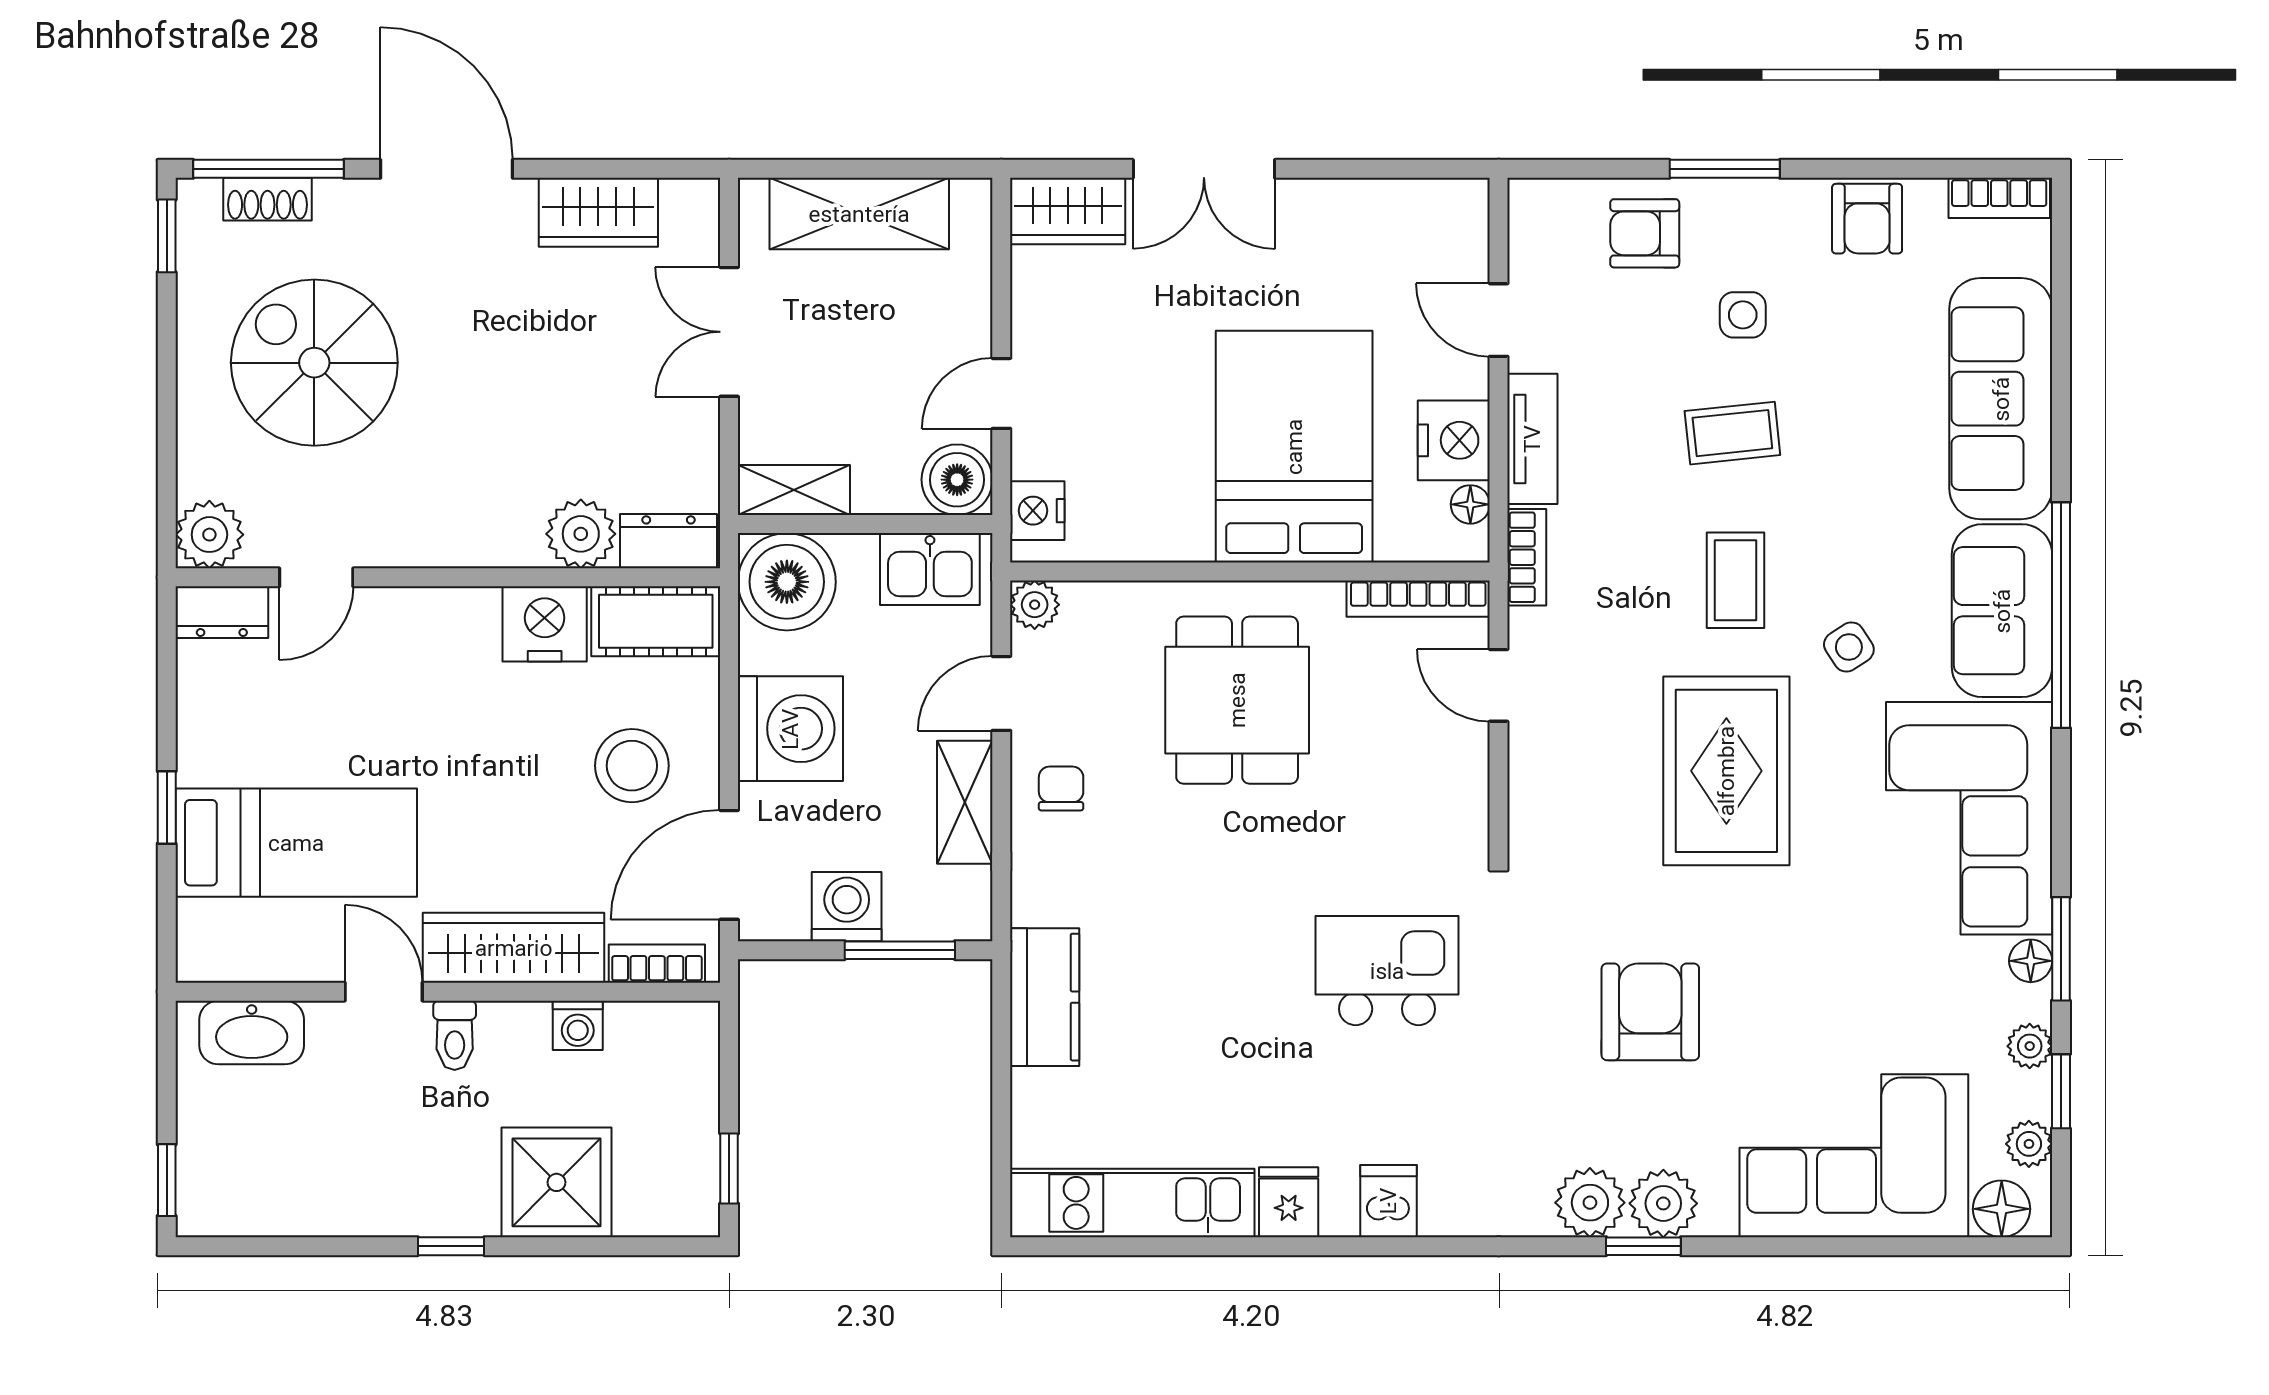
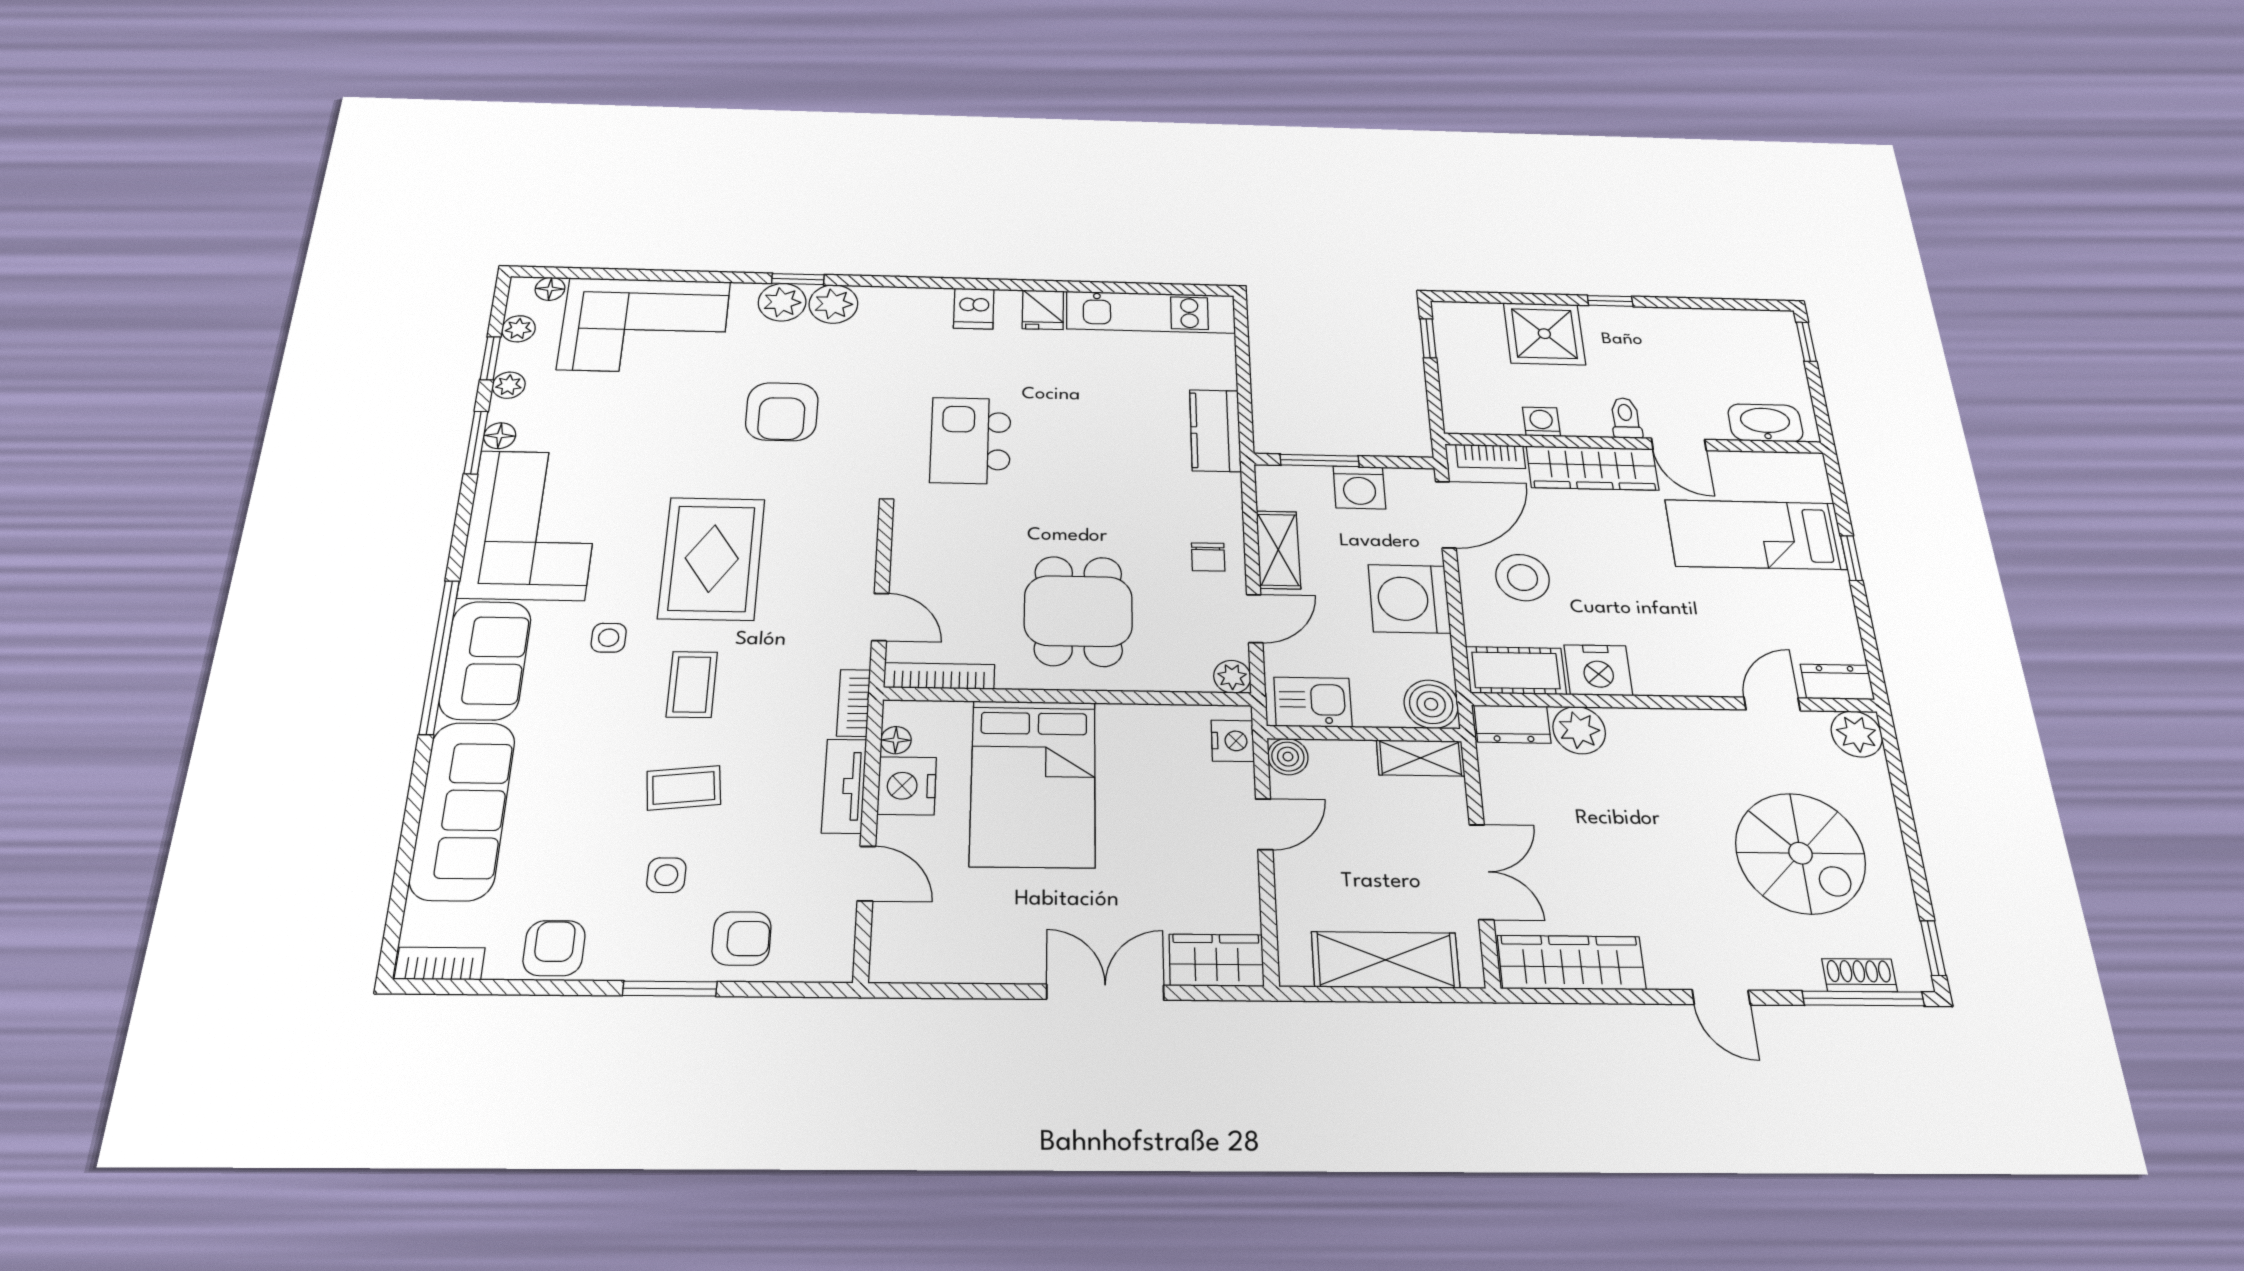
door: (446, 169) -> (1721, 997), width x0.53
wardrobe: (598, 212) -> (1571, 963), width x1.50
boiler: (957, 480) -> (1288, 757), width x0.73, depth x0.73
boiler: (787, 582) -> (1431, 704), width x0.73, depth x0.73
side table: (1849, 647) -> (609, 638), turned 33
kitchen island: (1387, 971) -> (971, 441), turned 90
floor lamp: (2002, 1209) -> (550, 289), width x0.73, depth x0.73

